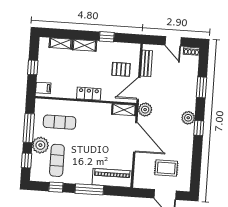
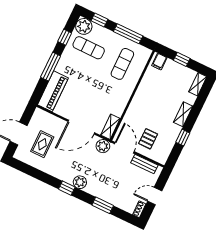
shelving: (61, 43) -> (198, 84), moved
locker: (89, 94) -> (138, 101), removed
plant: (40, 145) -> (84, 26), moved

